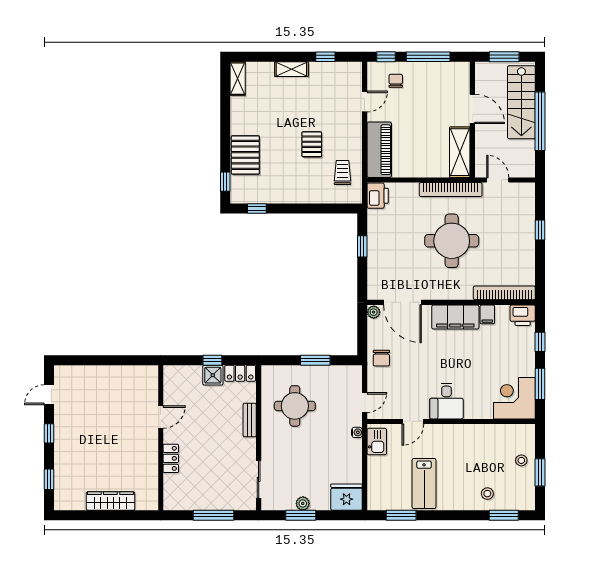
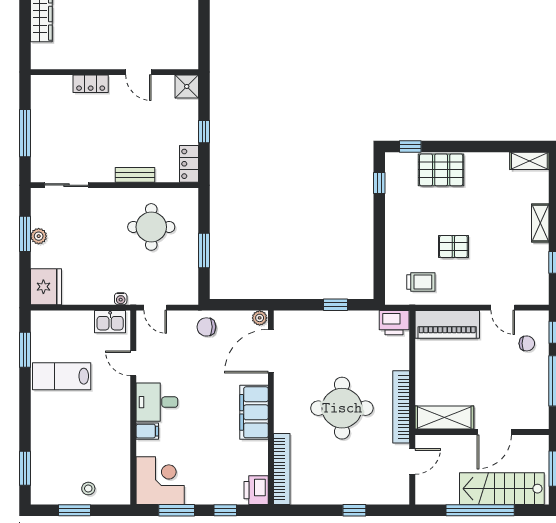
filing cabinet: (487, 314) -> (147, 431), moved, turned 180
shower: (213, 375) -> (187, 86), moved
stool: (487, 494) -> (50, 449), removed

